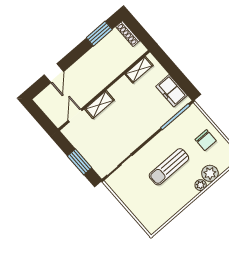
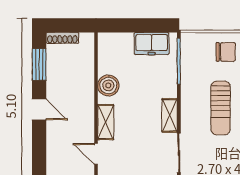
shelving: (139, 70) -> (170, 115), moved
door: (54, 73) -> (39, 109), moved
boiler: (123, 87) -> (108, 85), added

